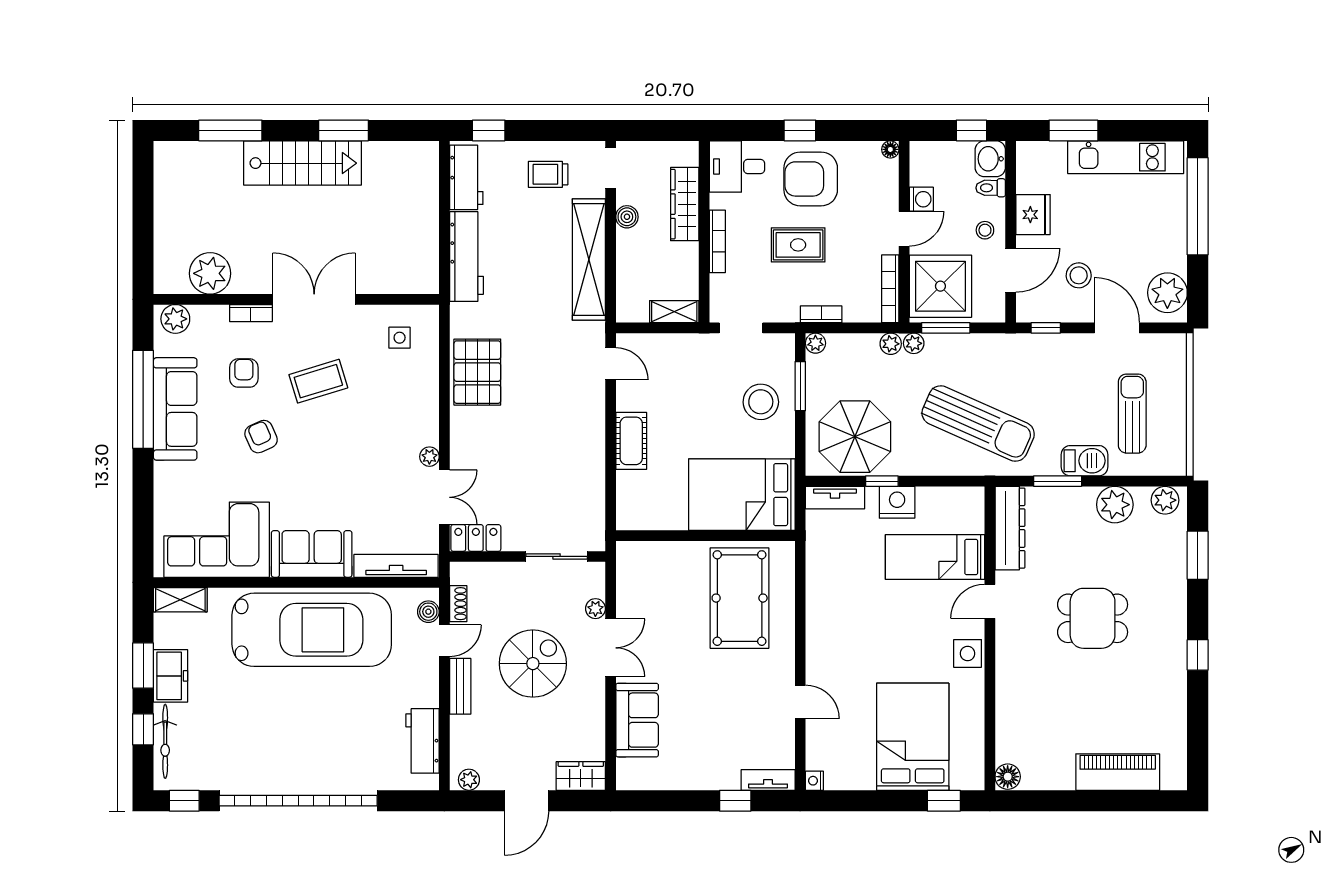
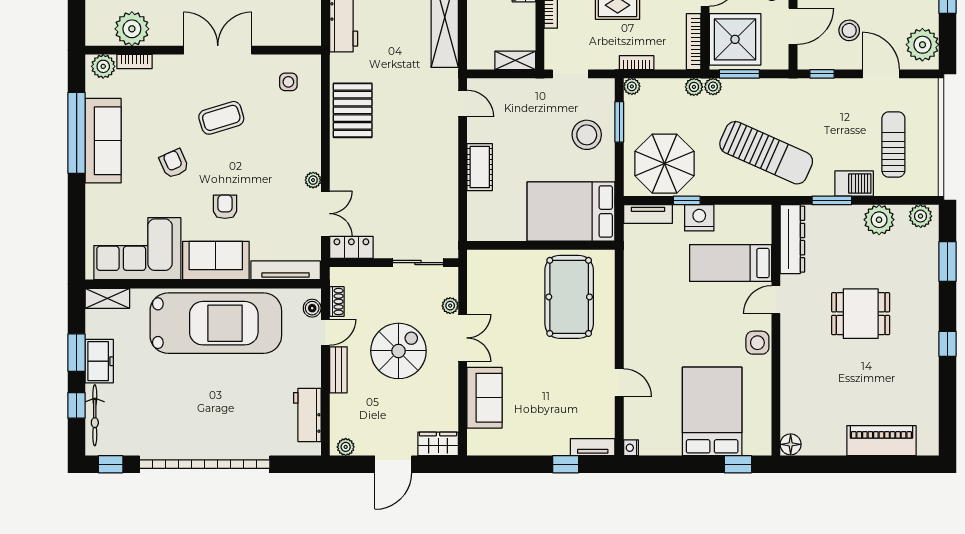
bookcase: (251, 313) -> (134, 62), moved
armchair: (244, 373) -> (225, 207), moved

